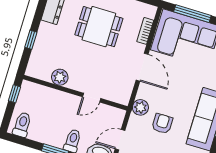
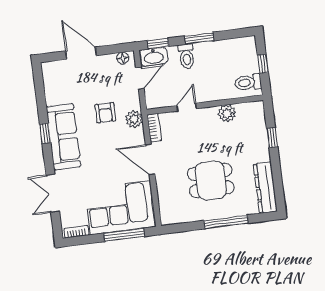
bookcase: (145, 31) -> (154, 128), moved
window: (14, 94) -> (263, 64), moved
toilet: (22, 125) -> (248, 83), moved, turned 90

